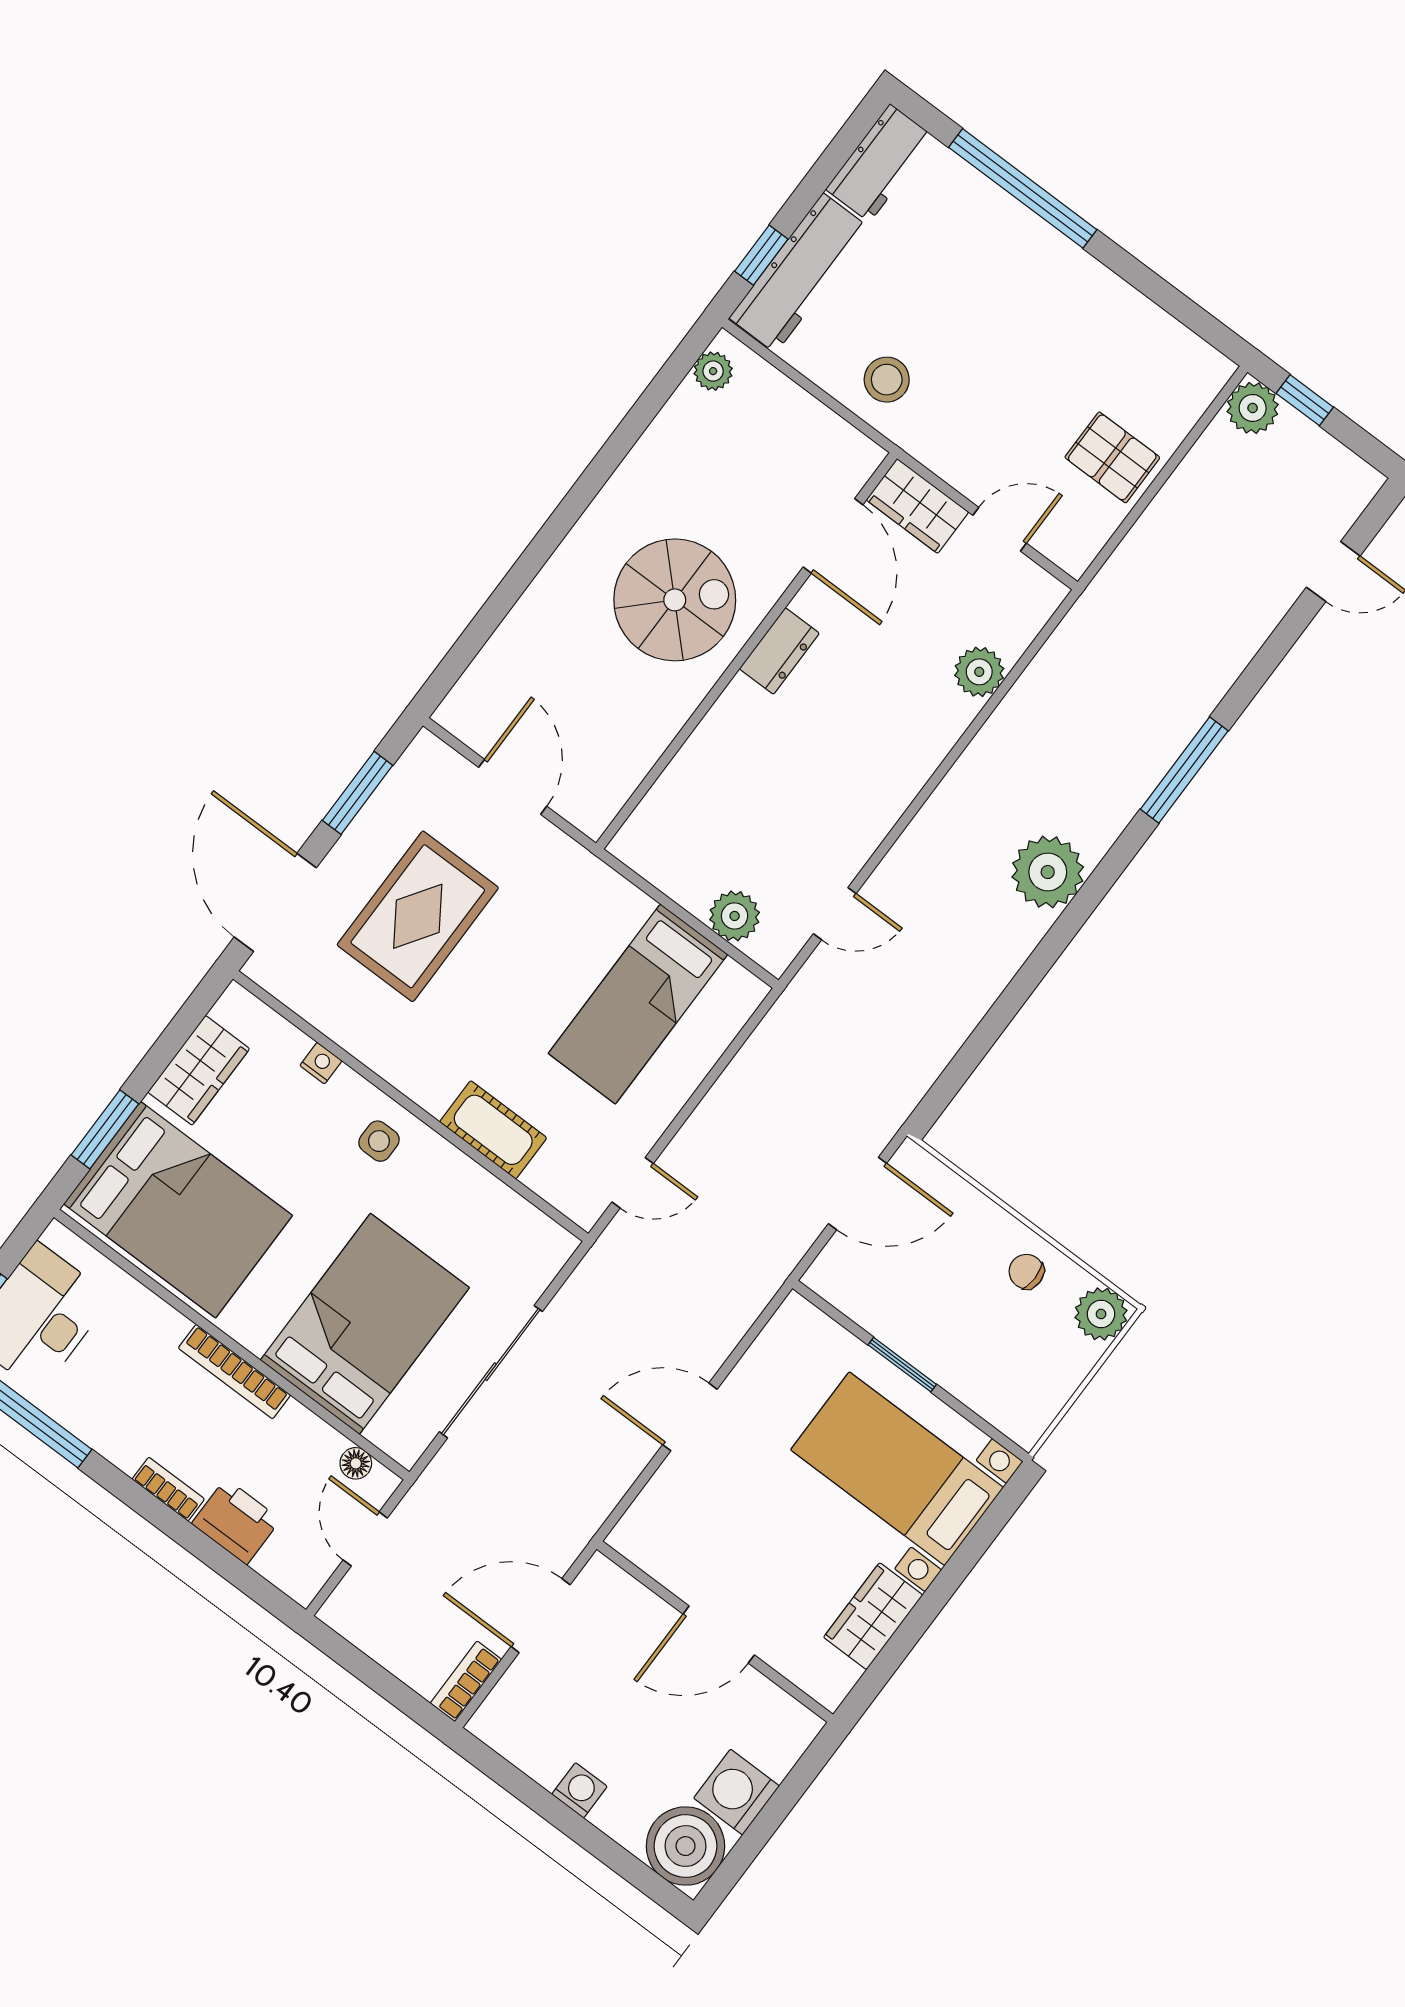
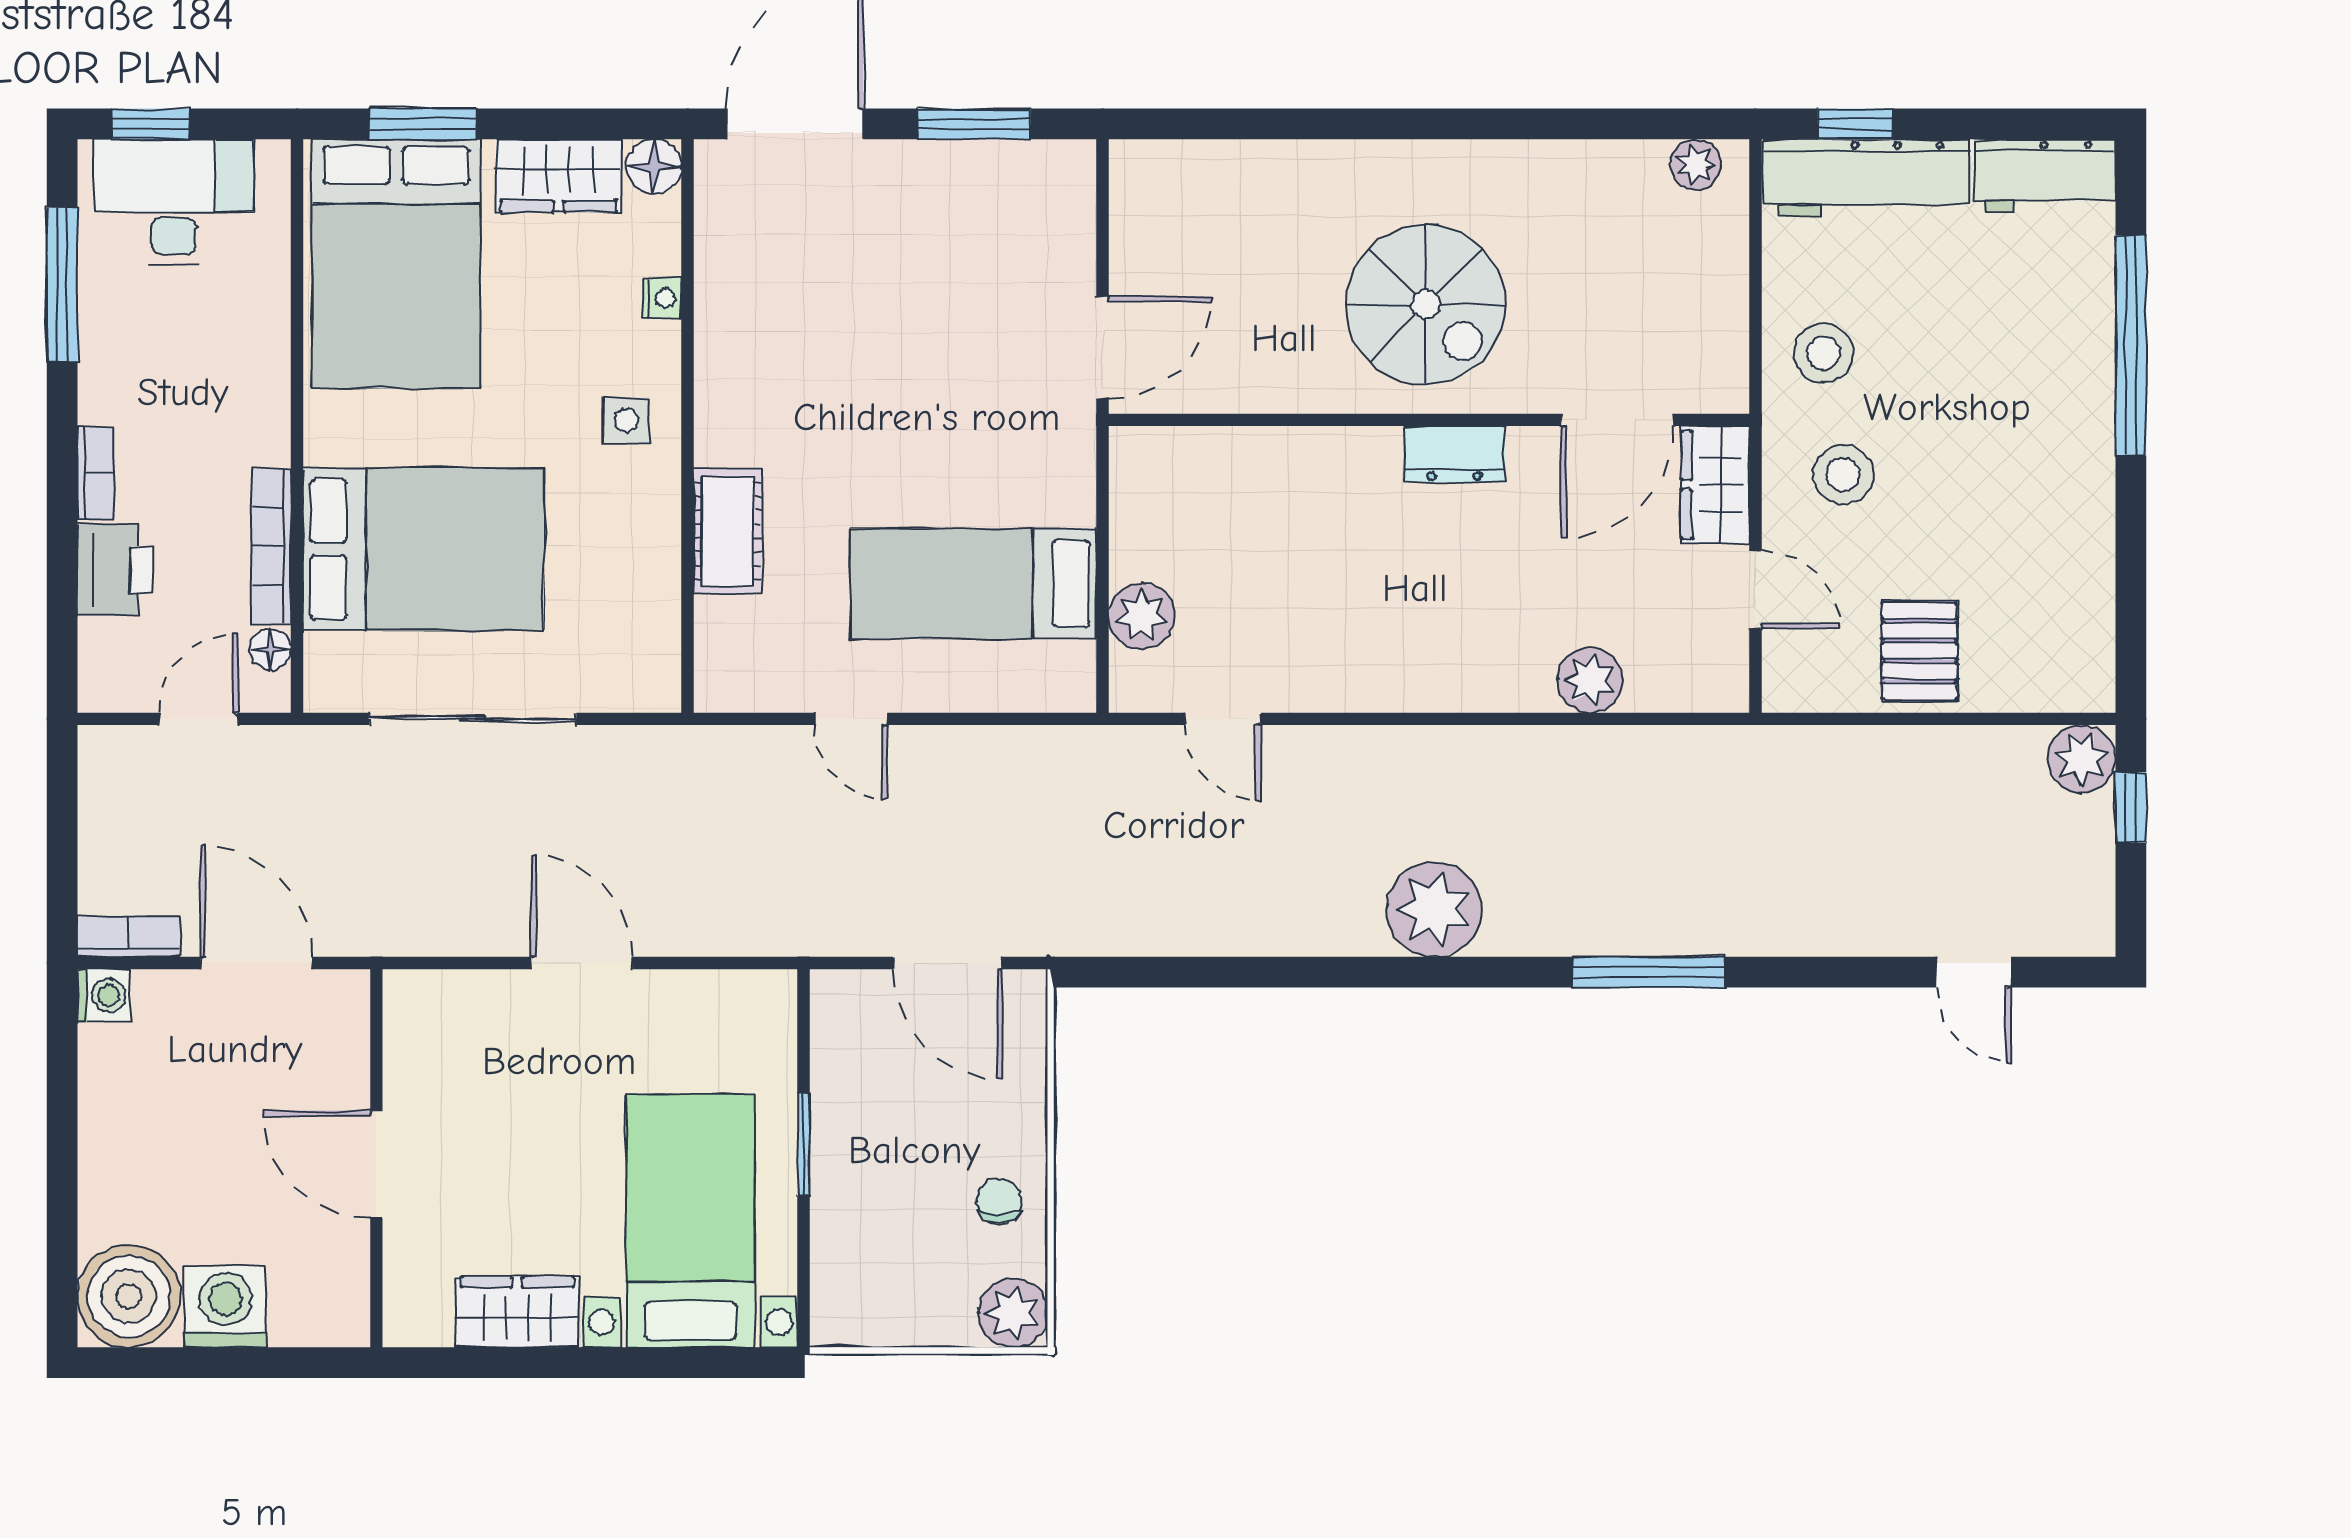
stool: (970, 423) -> (1843, 475), added
door: (513, 787) -> (1103, 348), moved
rug: (418, 916) -> (892, 284), removed
floor lamp: (237, 1008) -> (654, 167), added
door: (633, 1183) -> (851, 719), moved
bookcase: (234, 1371) -> (271, 546), moved
washing machine: (579, 1790) -> (104, 995), moved

